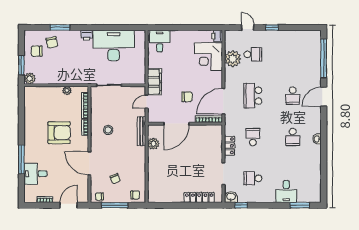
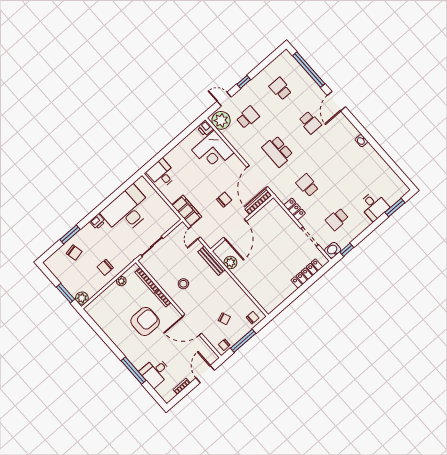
chair: (37, 51) -> (105, 267), moved
plant: (233, 59) -> (221, 120), moved
school desk: (293, 137) -> (280, 89), moved, turned 180

